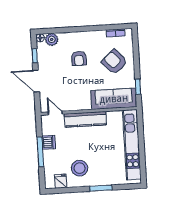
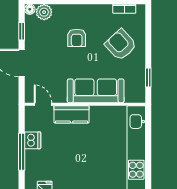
sofa: (114, 99) -> (96, 91), moved
kitchen counter: (85, 119) -> (71, 114), width x0.67
stool: (80, 168) -> (69, 175), removed

